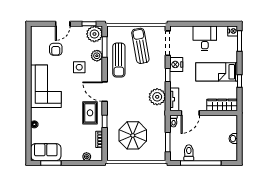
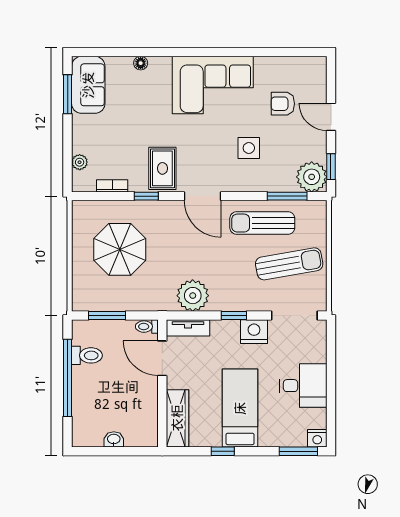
plant: (97, 56) -> (271, 181), removed
door: (105, 92) -> (203, 196), swing flipped
rug: (90, 113) -> (162, 168), turned 90

